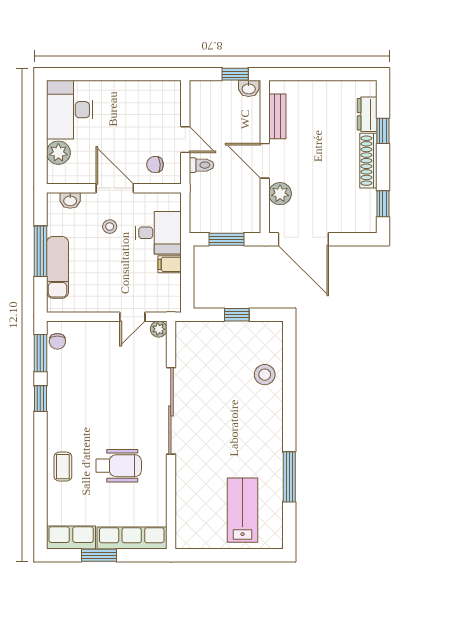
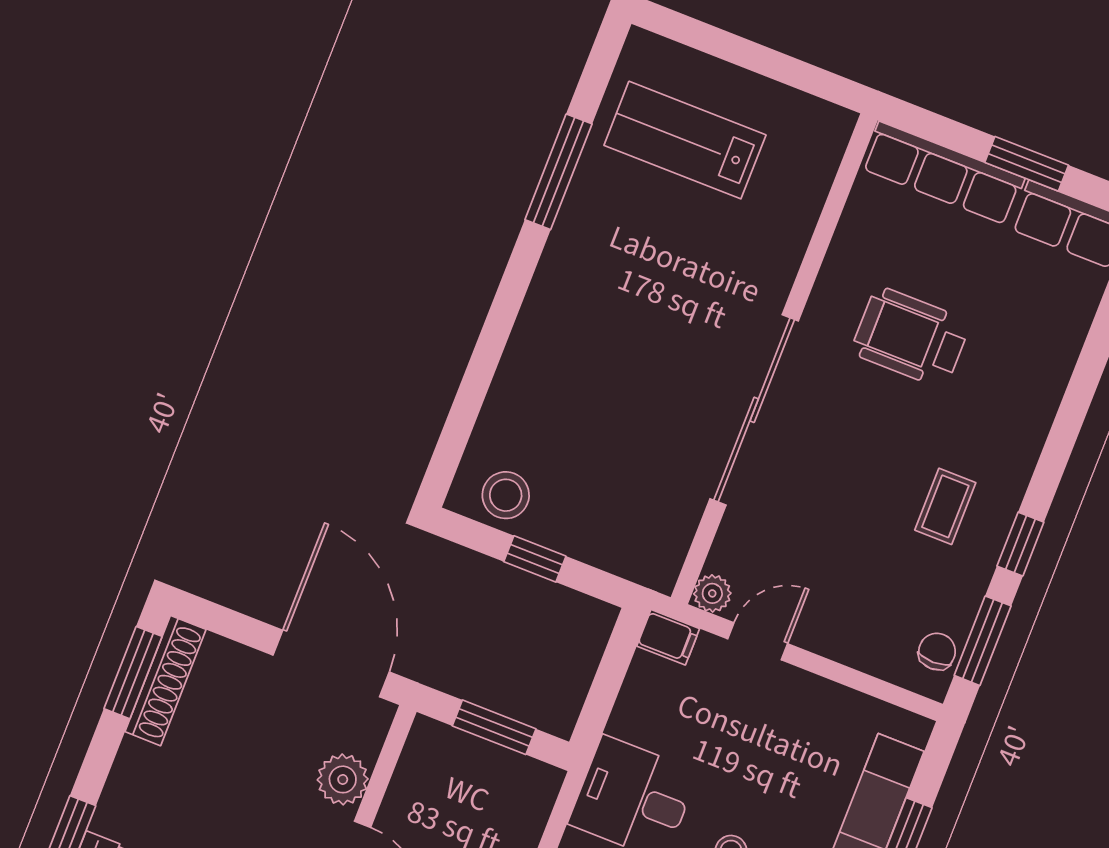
shoe rack: (368, 161) -> (165, 681), moved
window: (383, 204) -> (133, 673), width x1.50
filing cabinet: (170, 264) -> (668, 637), moved
stool: (265, 375) -> (506, 495), moved
coffee table: (63, 467) -> (945, 506), moved
lab bench: (243, 510) -> (685, 140), turned 90

